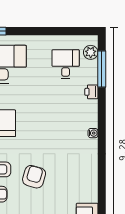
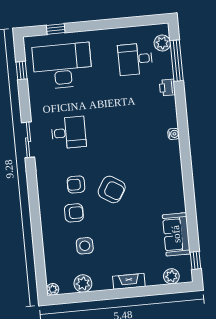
desk: (66, 64) -> (135, 59), turned -90
armchair: (34, 177) -> (112, 189), turned 106

